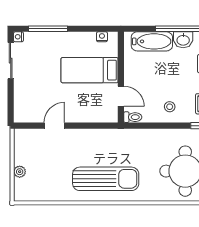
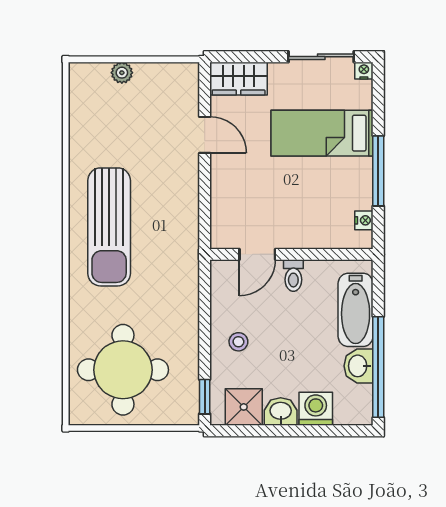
window: (48, 29) -> (378, 171), moved
bed: (90, 70) -> (322, 133), moved, turned -90
wardrobe: (23, 107) -> (239, 79), added
toilet: (133, 117) -> (293, 276), moved

